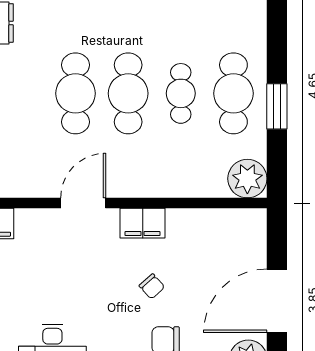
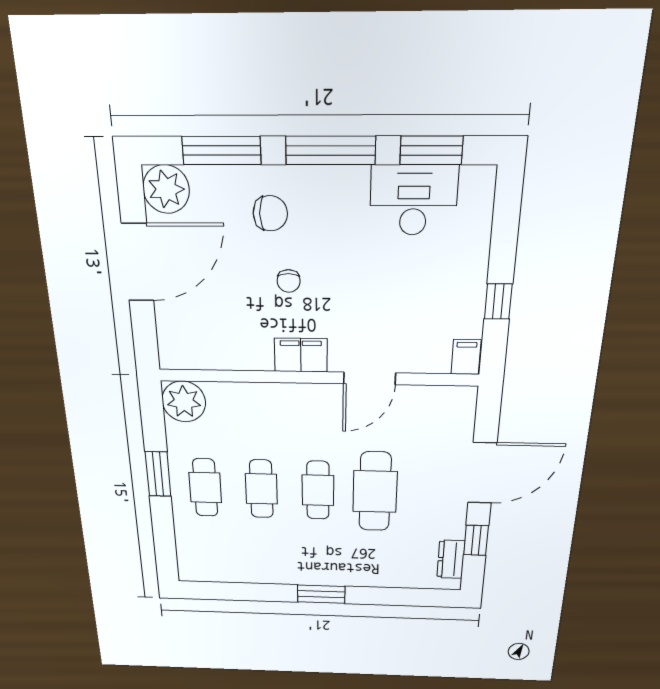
cafe table: (128, 93) -> (318, 490), width x0.73, depth x0.74
cafe table: (233, 93) -> (205, 488), width x0.73, depth x0.74
chair: (152, 286) -> (289, 281), turned -138

